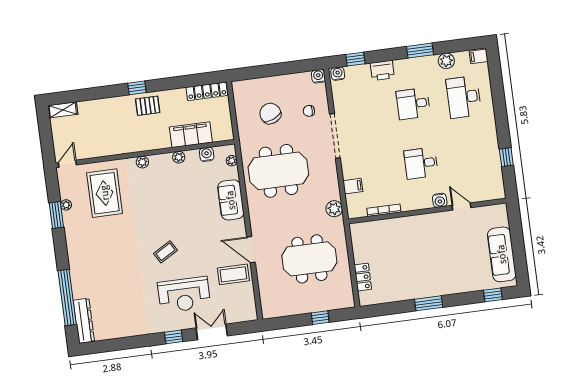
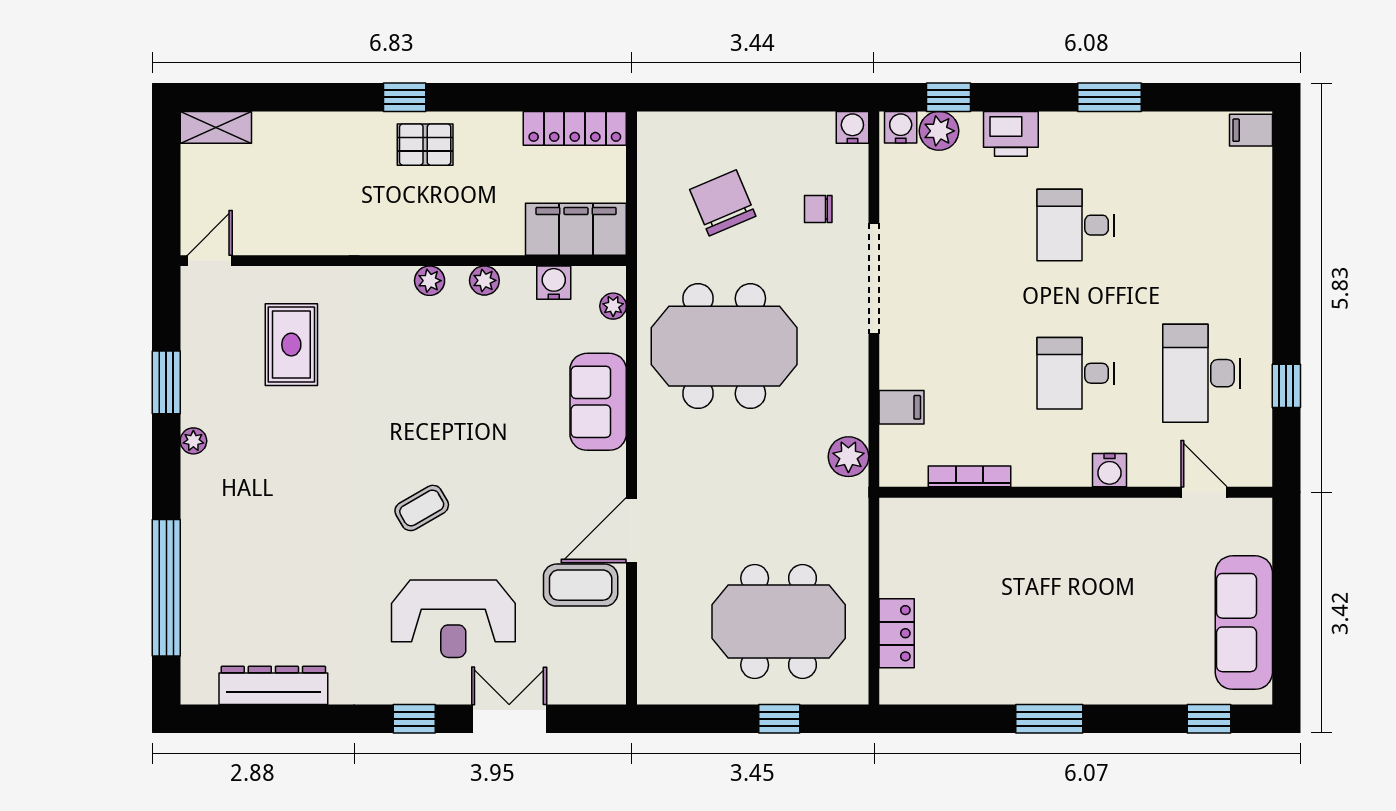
plant: (446, 61) -> (939, 131), moved
desk: (464, 97) -> (1202, 373), moved
filing cabinet: (191, 135) -> (576, 229), moved
plant: (142, 162) -> (430, 281), moved
rug: (105, 193) -> (291, 345), width x0.73, depth x0.70
plant: (66, 205) -> (193, 441), moved
door: (462, 206) -> (1204, 492), moved
door: (251, 250) -> (632, 530), hinge flipped
meeting table: (309, 259) -> (779, 622), moved
dresser: (84, 321) -> (273, 685), moved, turned -90

